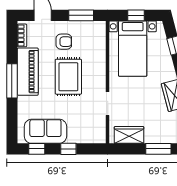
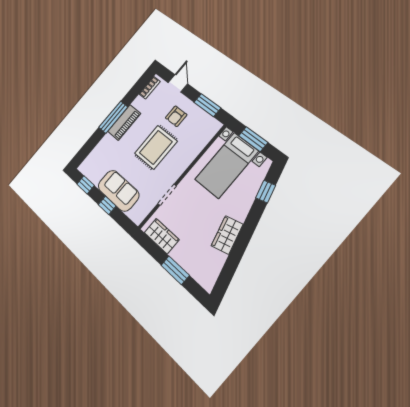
window: (136, 15) -> (253, 139), width x1.50
armchair: (64, 42) -> (176, 116), turned 90
piano: (28, 72) -> (124, 123), width x0.73, depth x0.75
sofa: (45, 131) -> (118, 191), moved

